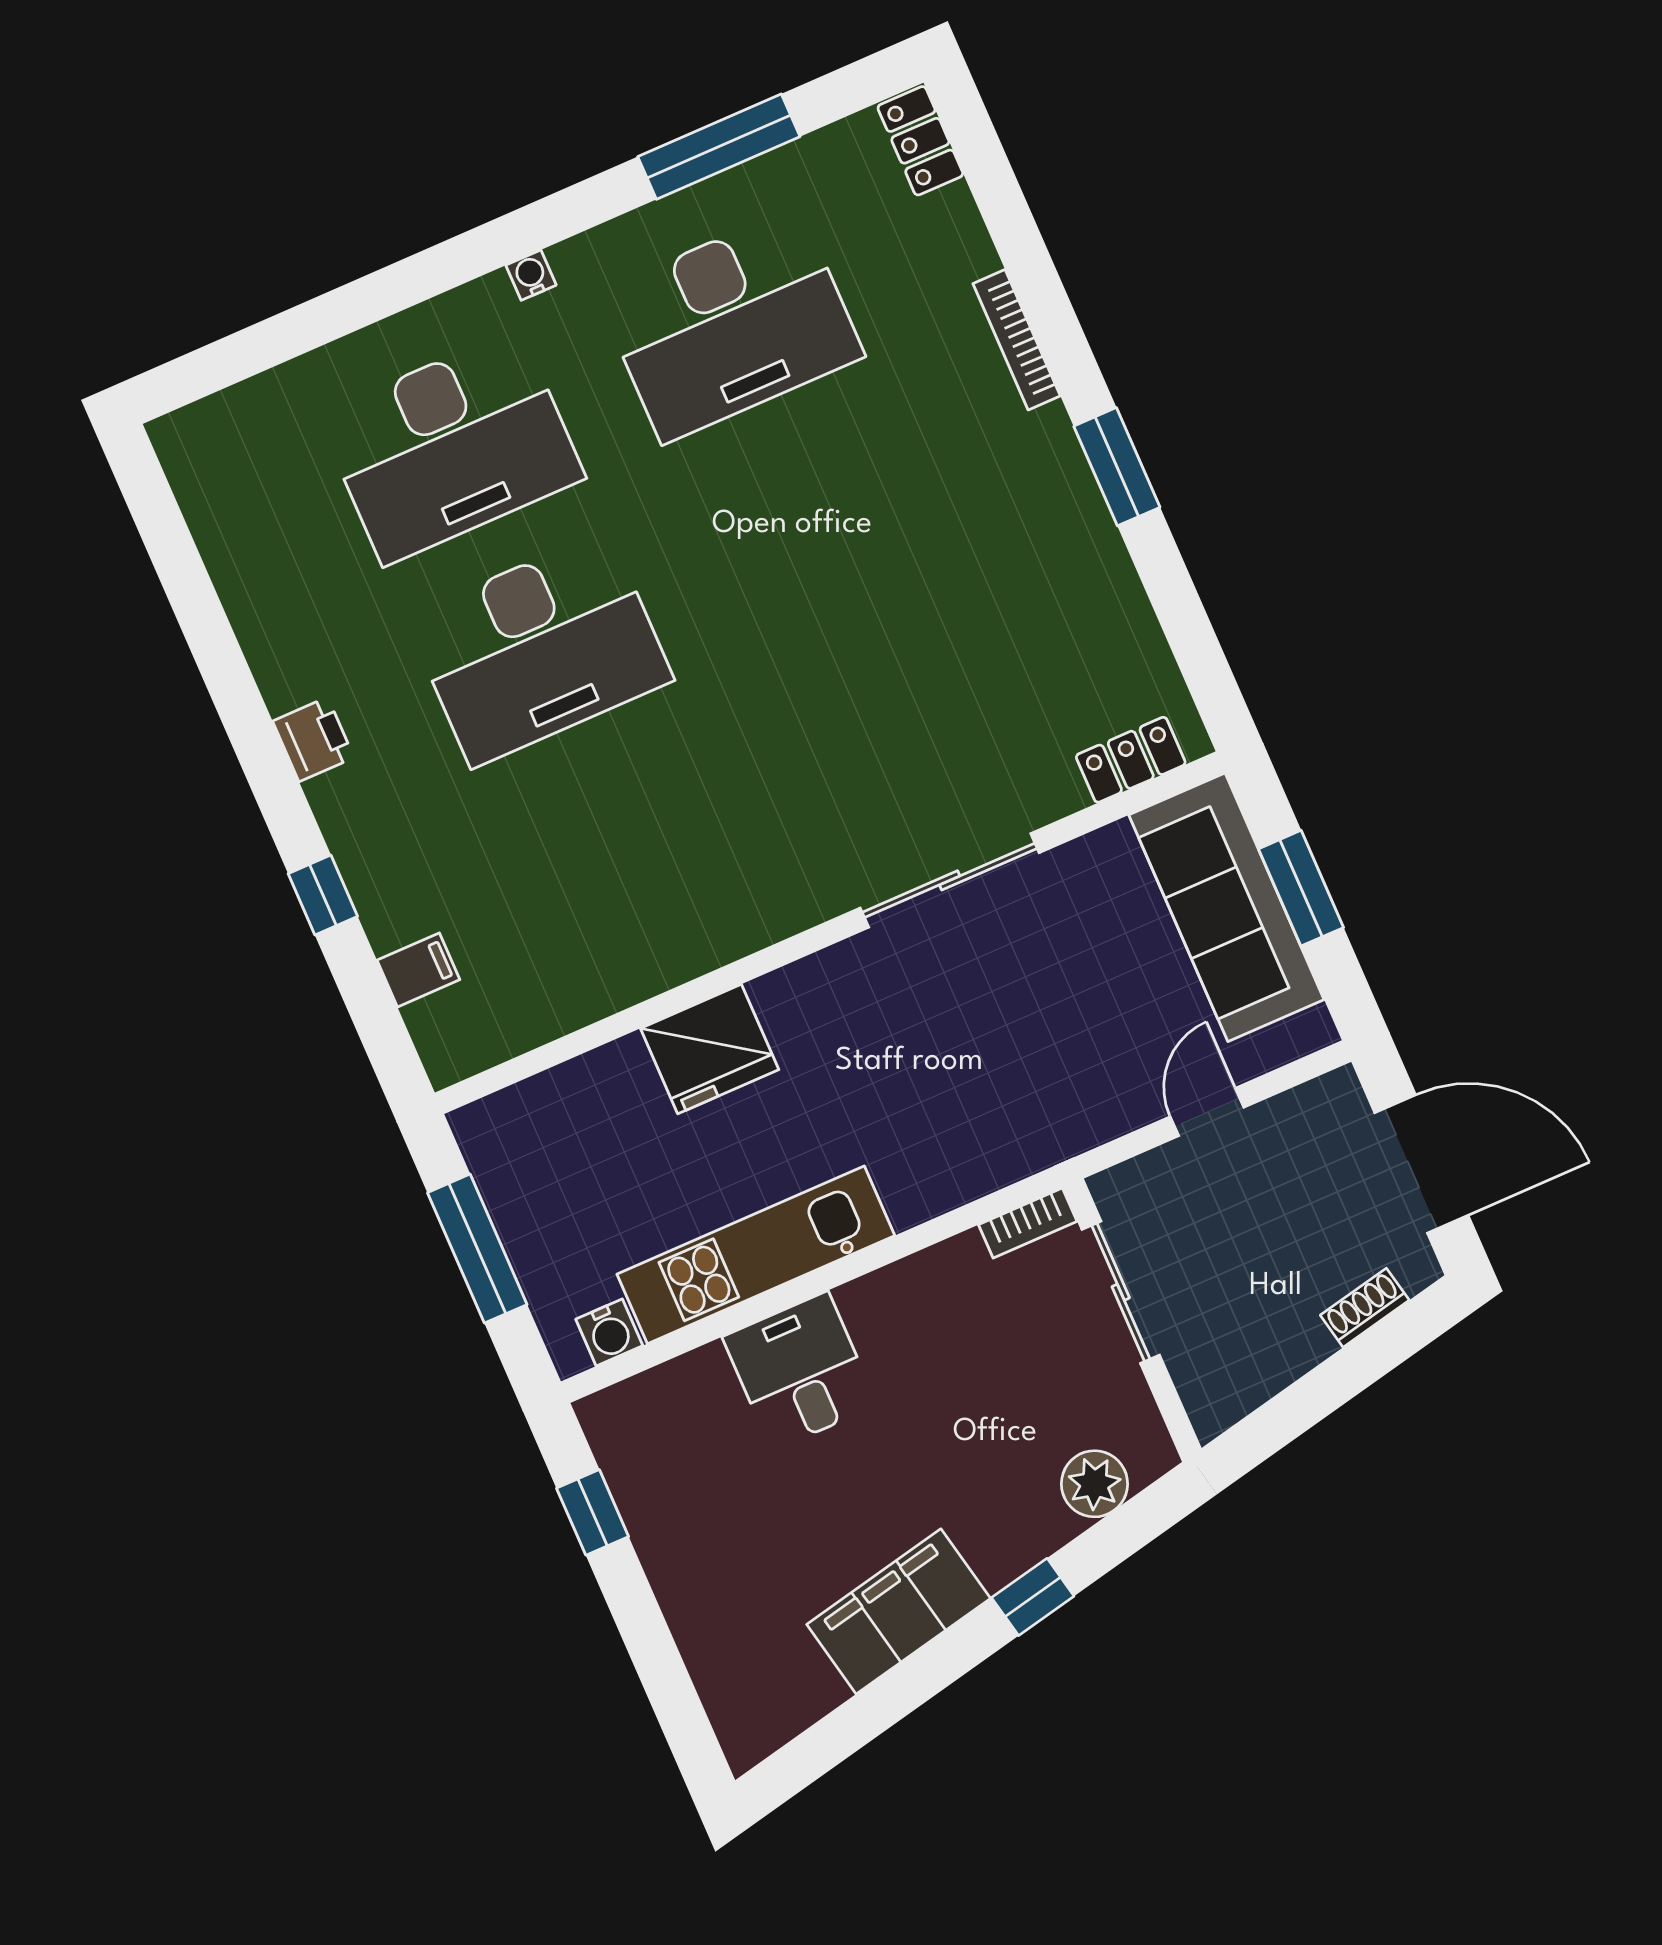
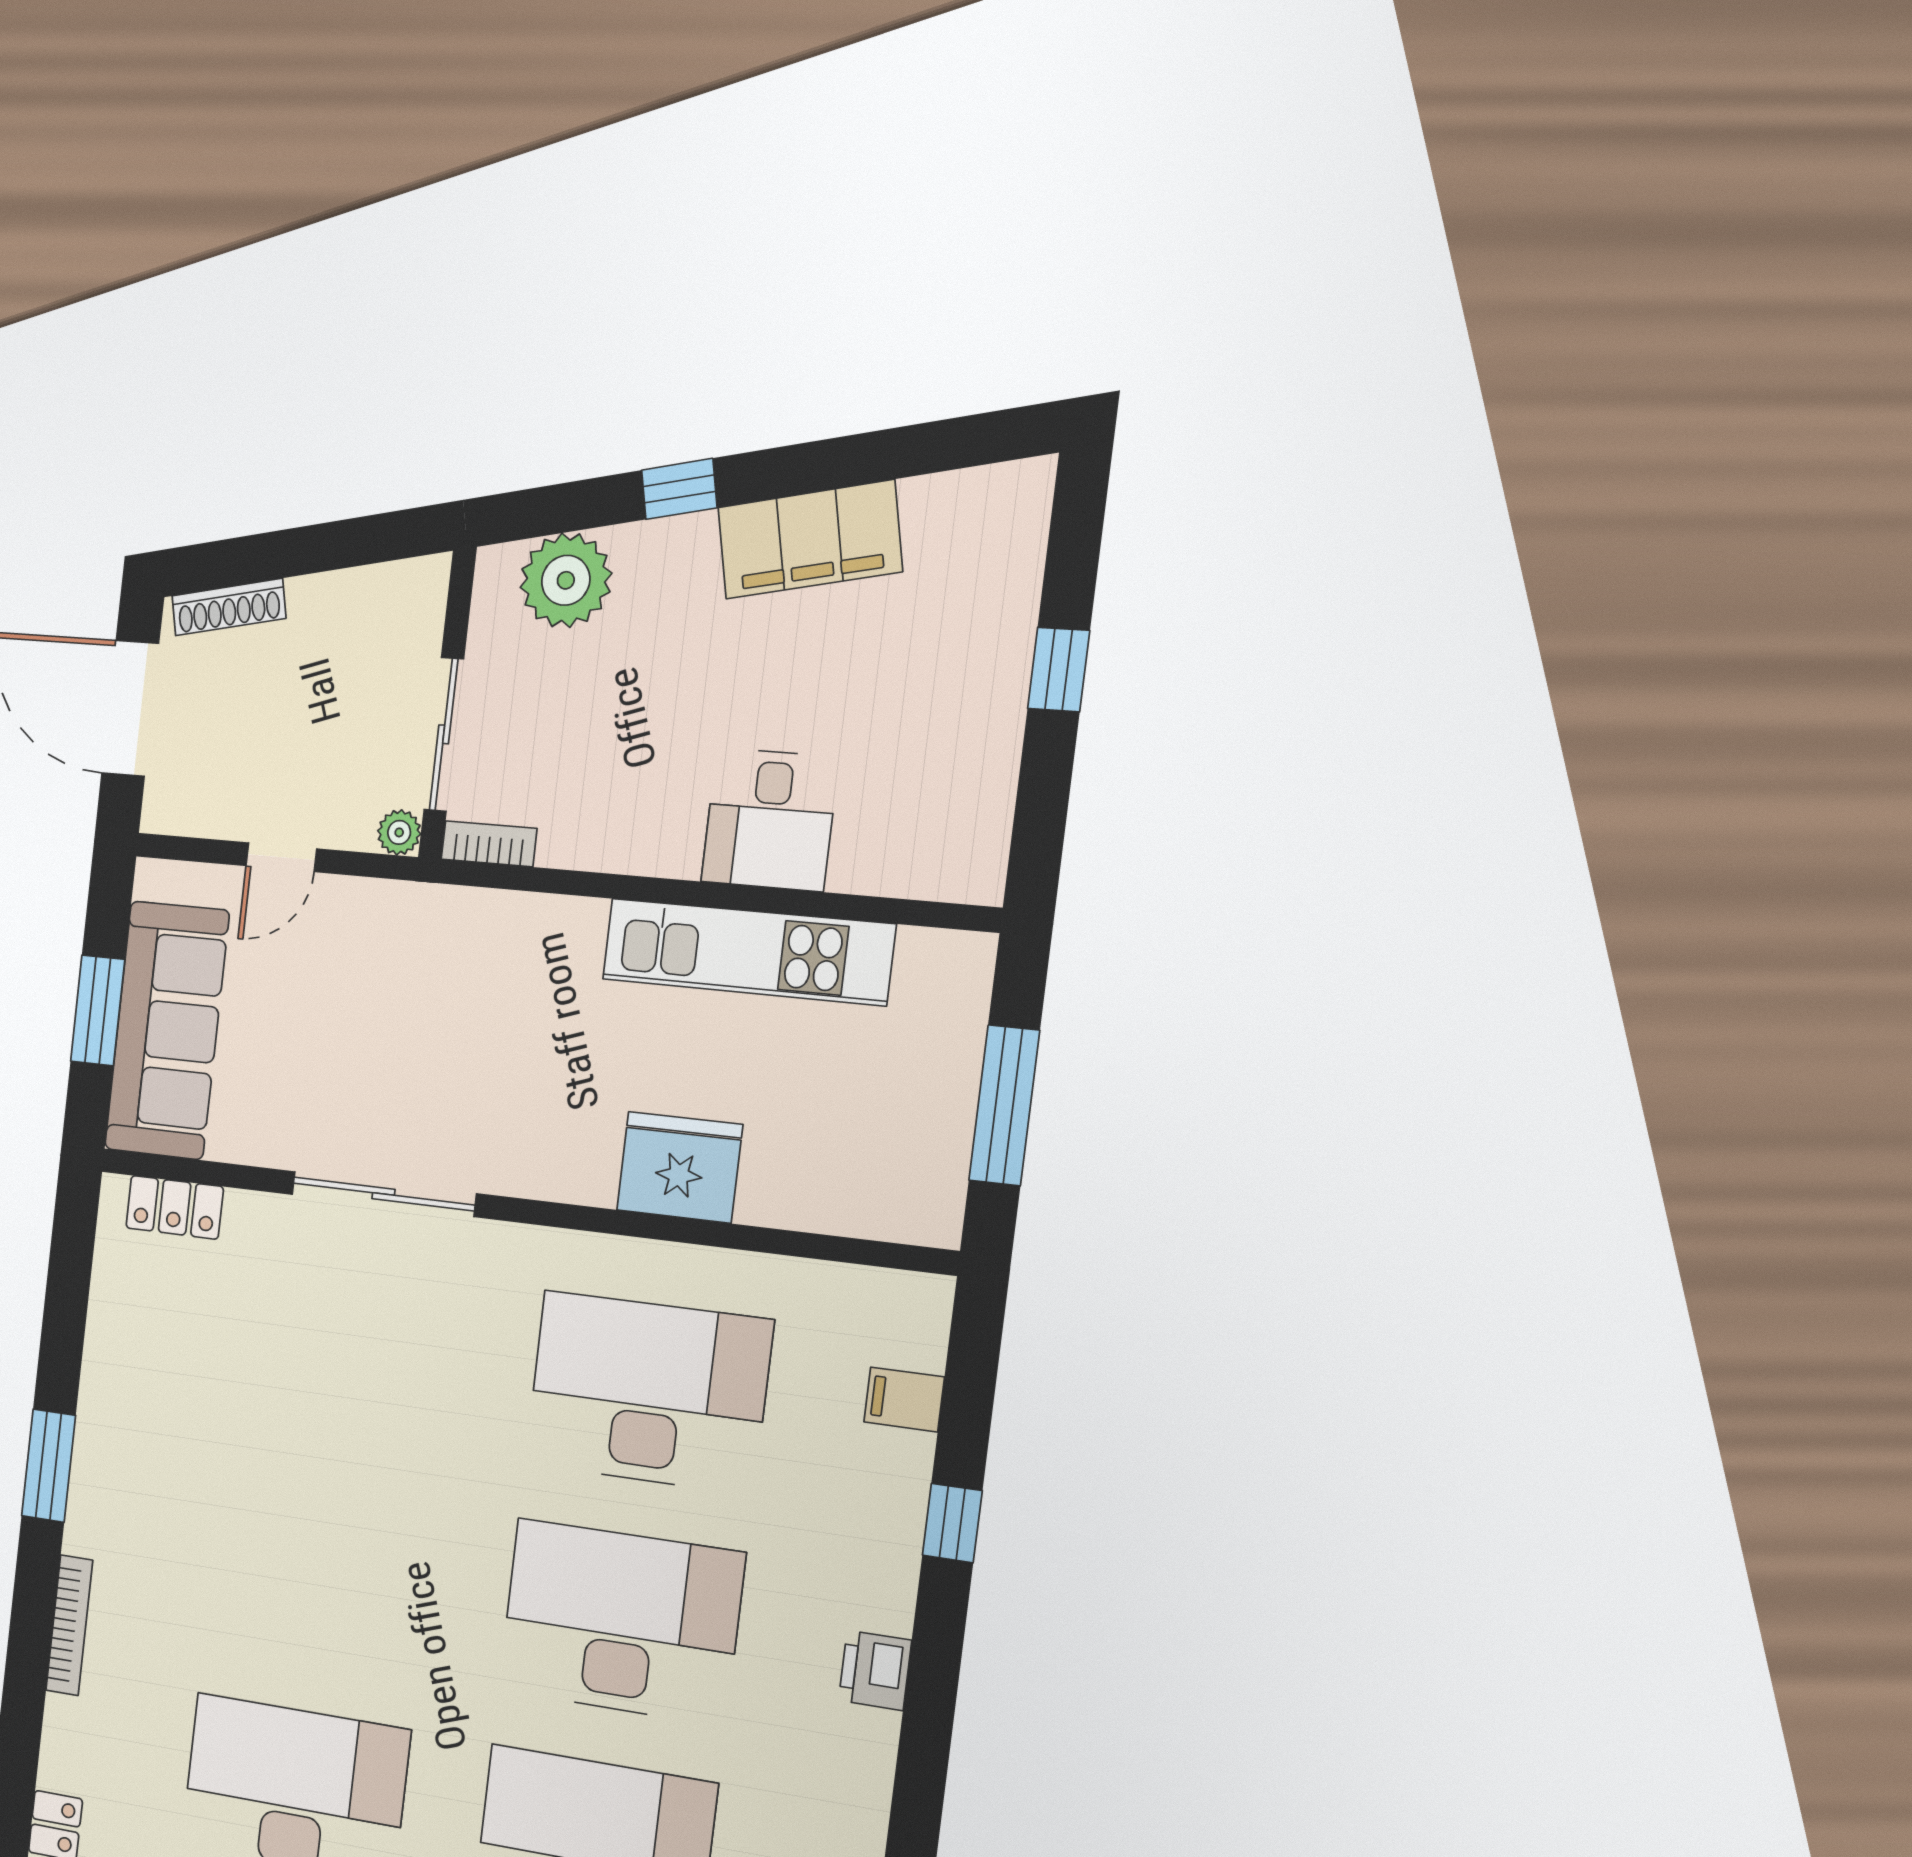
desk: (628, 851) -> (648, 1392), added
plant: (1113, 1190) -> (399, 832), added
shoe rack: (1365, 1308) -> (229, 607), width x1.43
water cooler: (609, 1332) -> (926, 955), removed
plant: (1094, 1484) -> (566, 580), width x1.36, depth x1.36
window: (593, 1512) -> (1059, 669), moved

